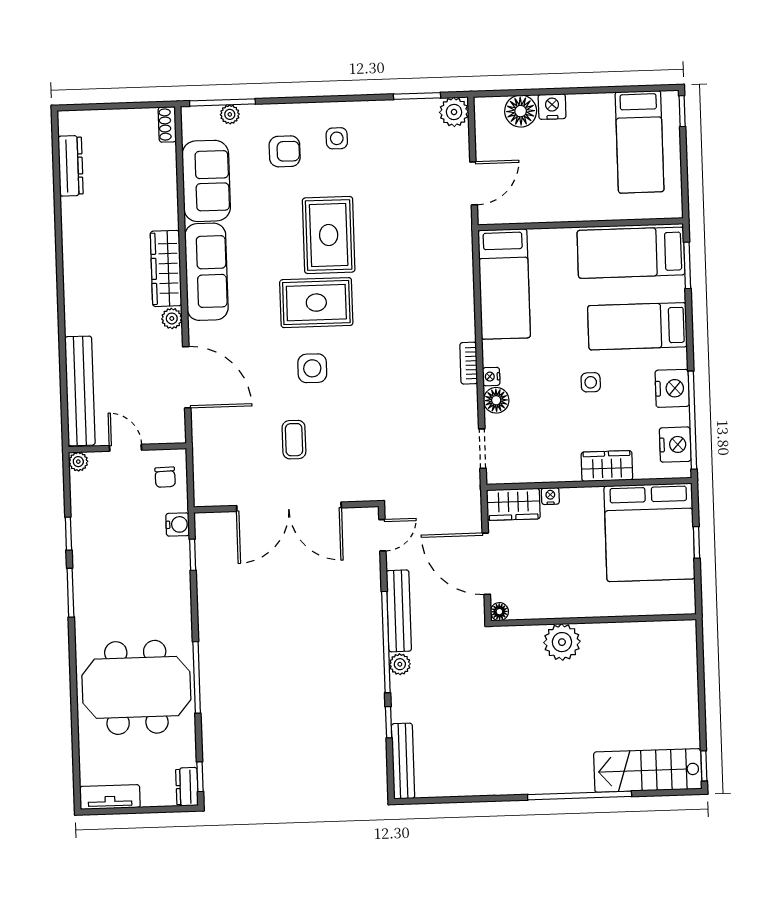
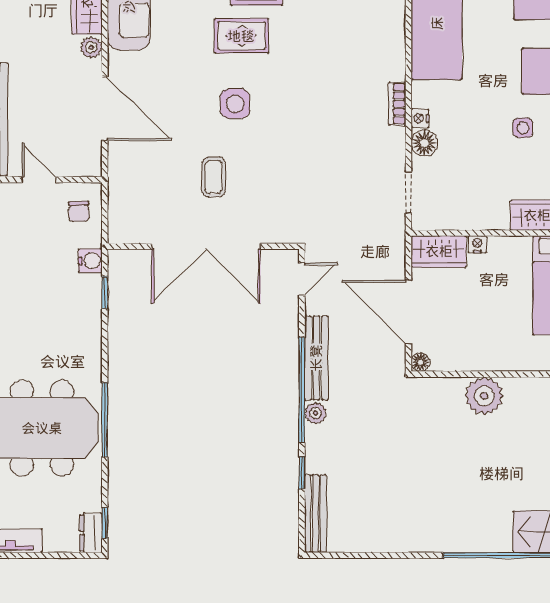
rug: (316, 303) -> (241, 36), width x0.73, depth x0.70

